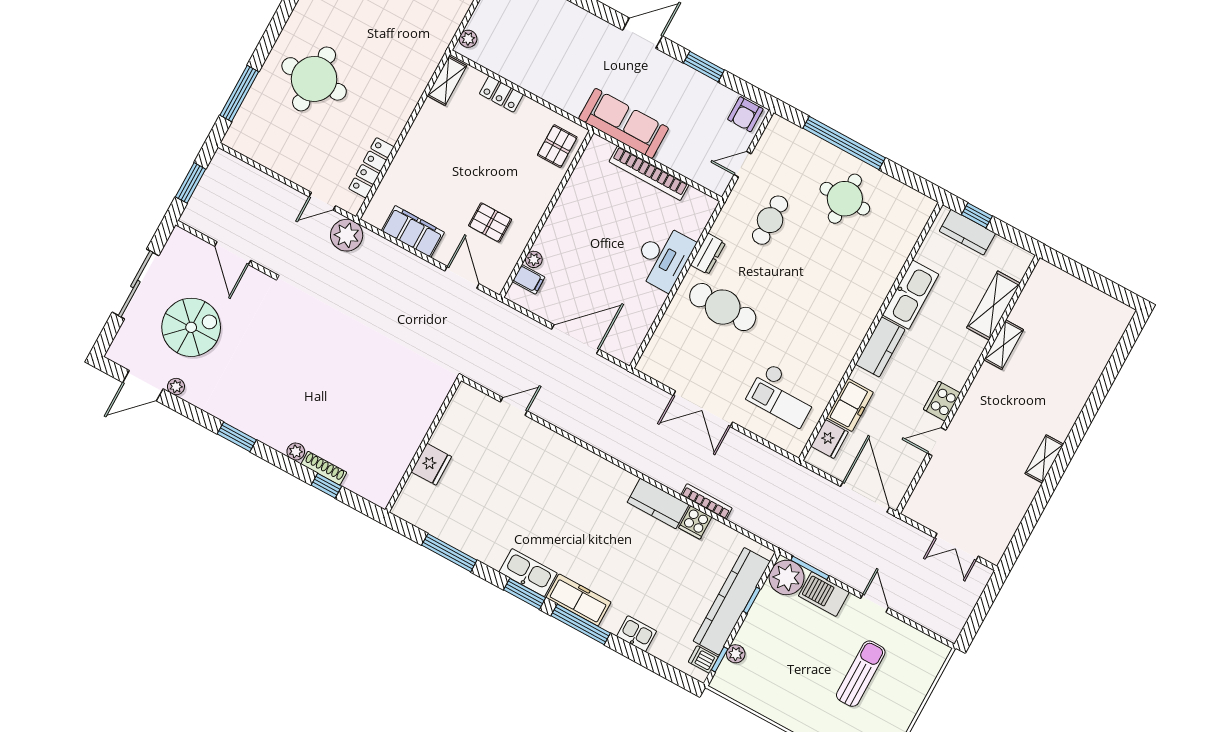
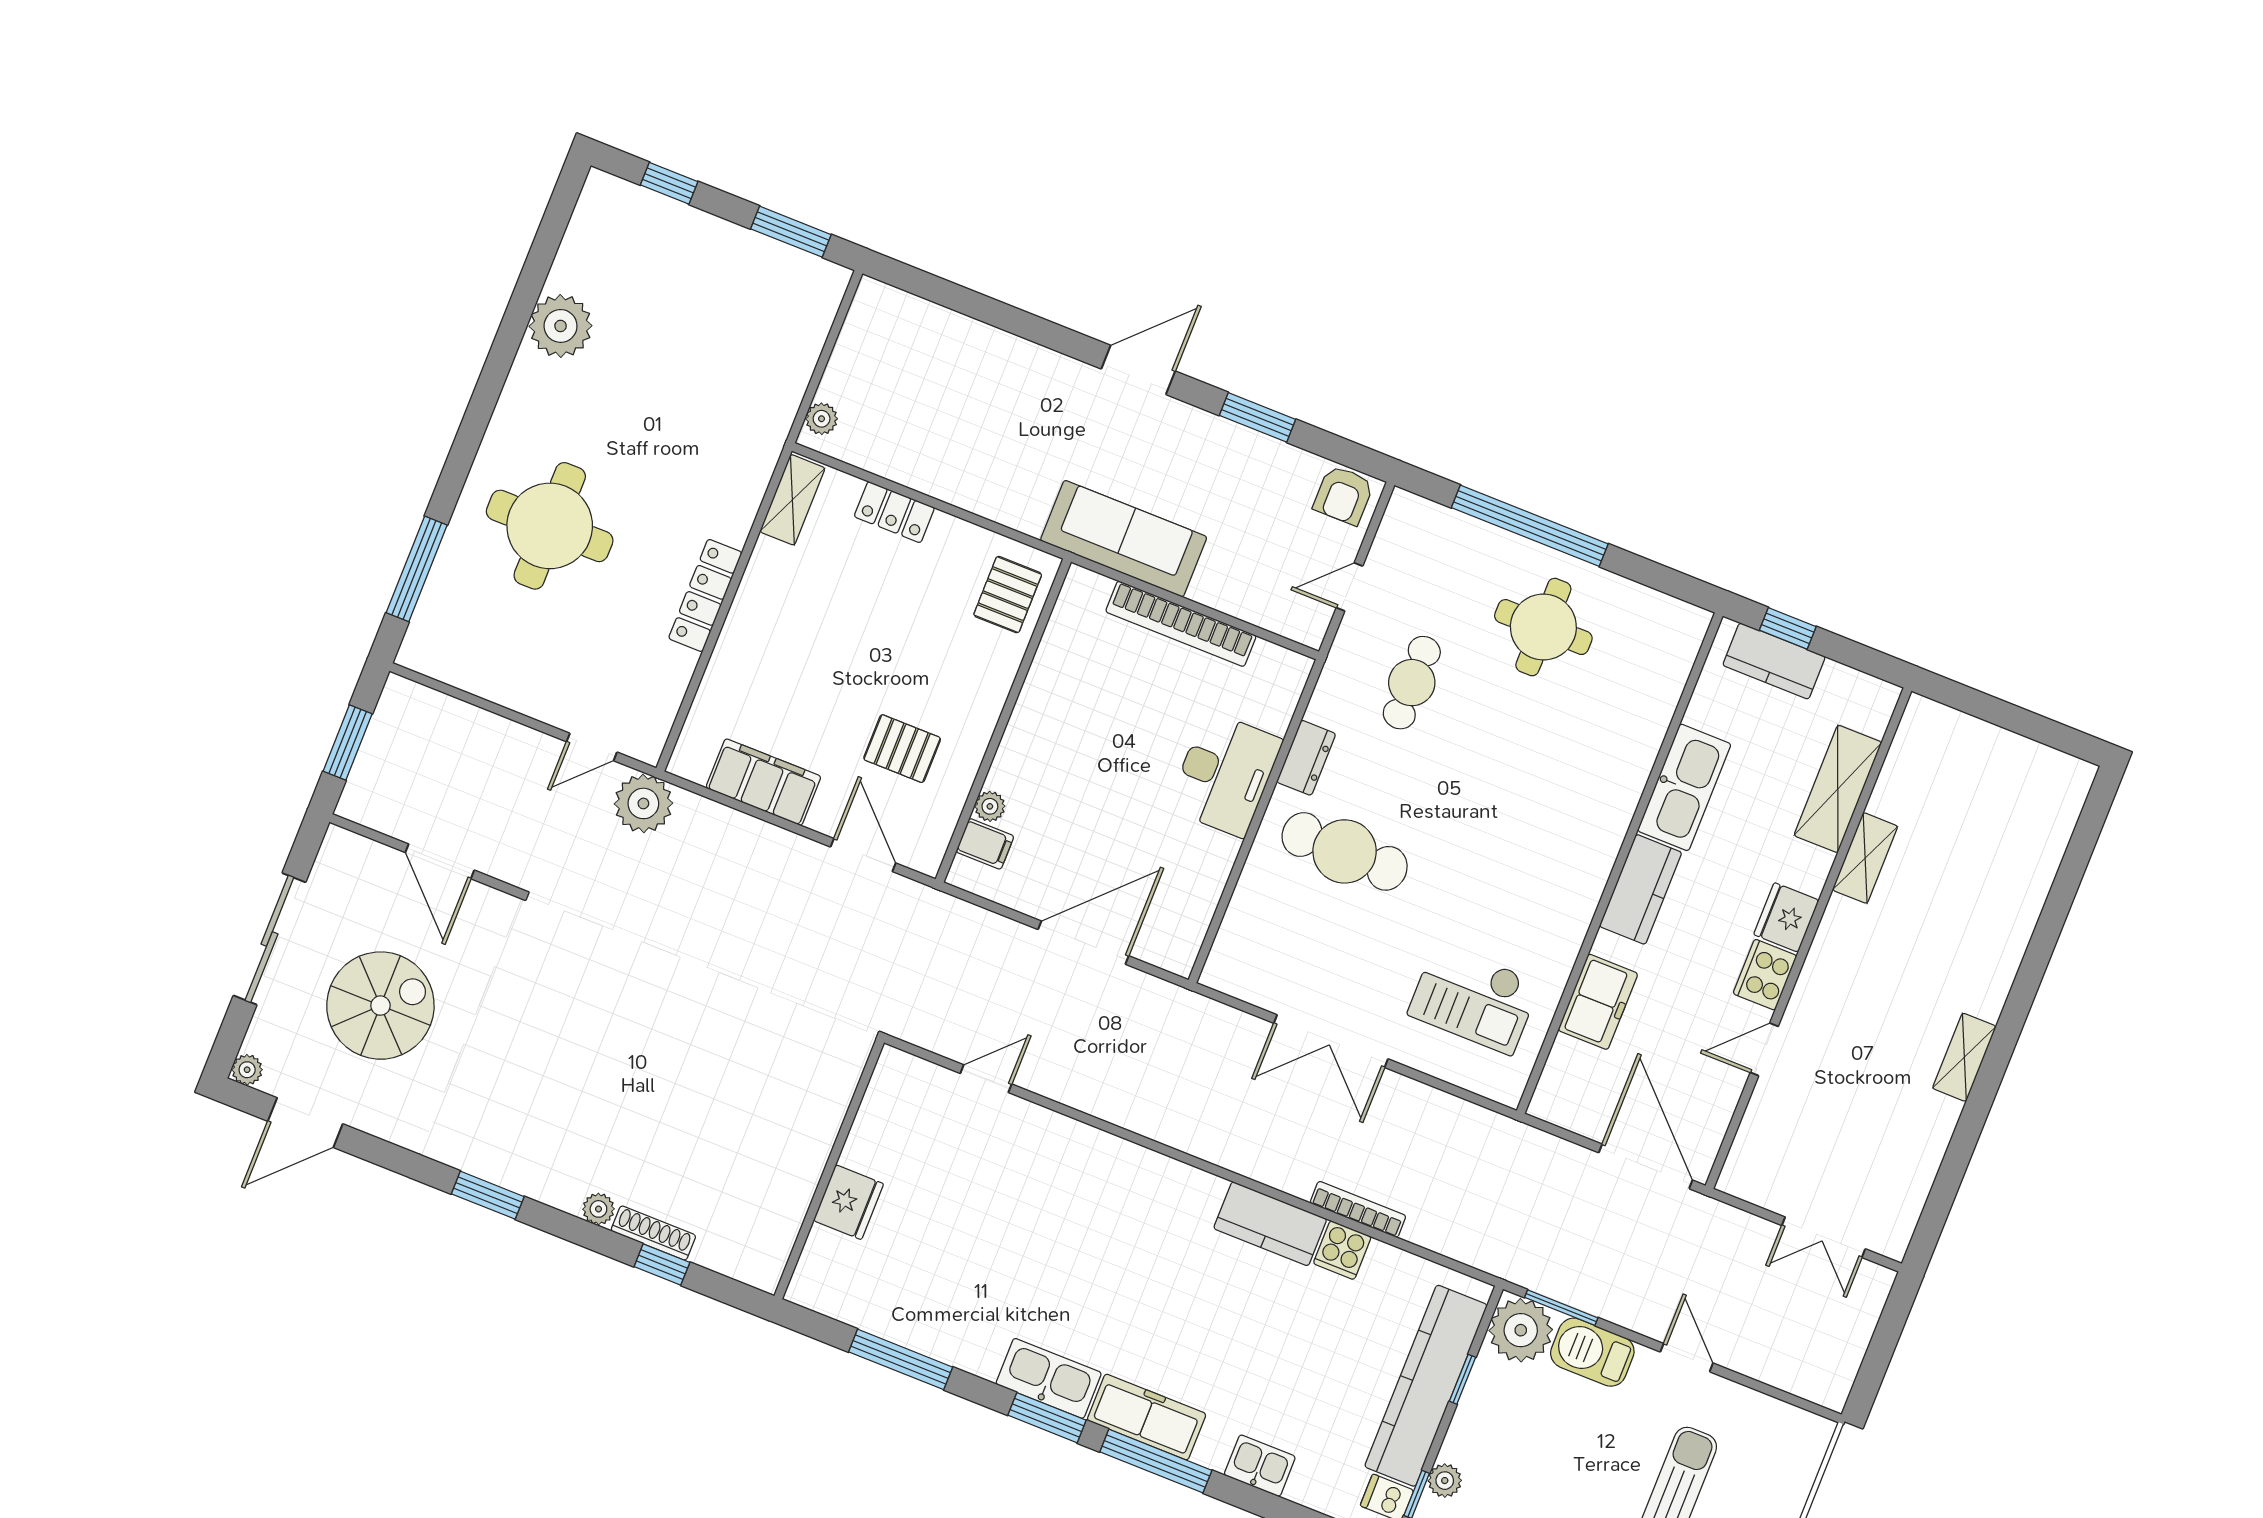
locker: (371, 168) -> (705, 595), moved
plant: (176, 387) -> (247, 1070), moved
fridge: (830, 439) -> (1786, 917), moved, turned 180

